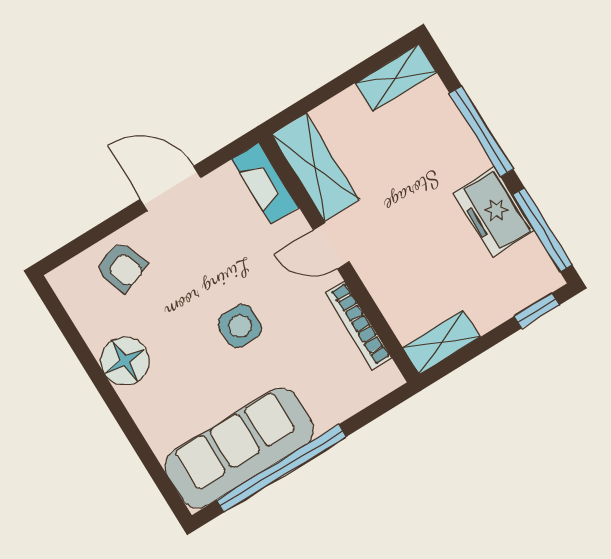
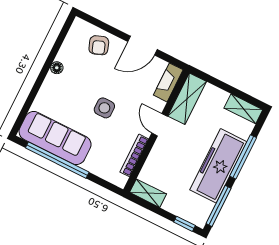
door: (170, 188) -> (143, 46), swing flipped
freezer: (494, 212) -> (218, 166), width x1.91, depth x1.26
floor lamp: (125, 361) -> (57, 68), width x0.53, depth x0.53

